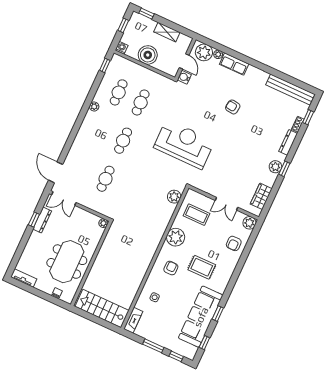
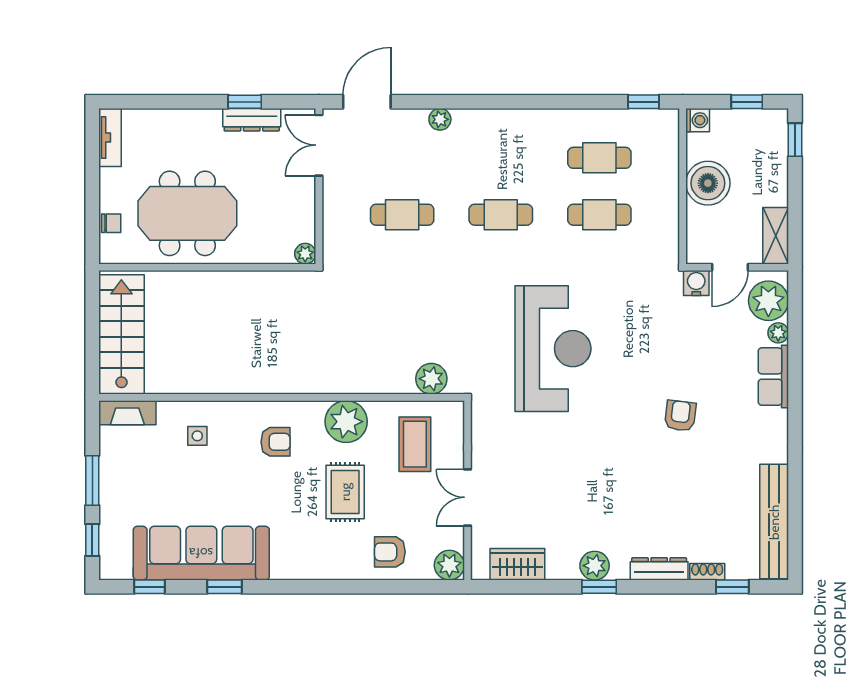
shelving: (167, 32) -> (776, 236), moved
plant: (94, 106) -> (440, 119), moved
rug: (202, 267) -> (345, 492), moved

